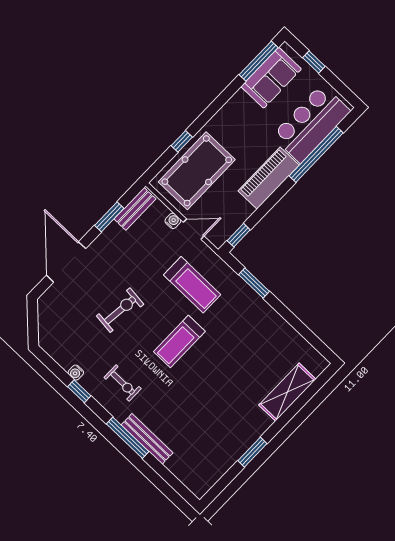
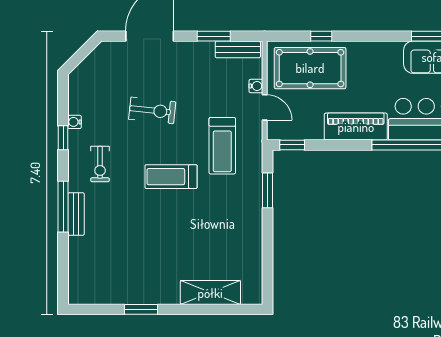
bench: (147, 439) -> (76, 214), width x0.73

